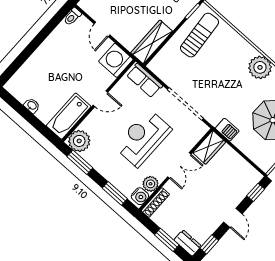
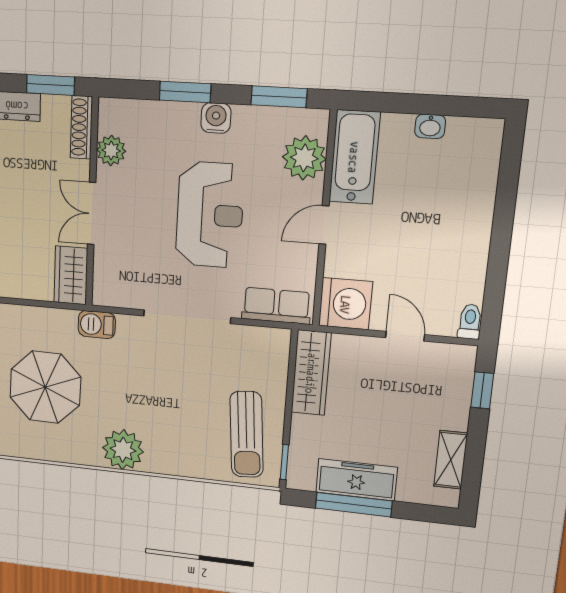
plant: (79, 141) -> (304, 158), moved
wardrobe: (209, 147) -> (71, 275), moved
double door: (179, 165) -> (92, 214), moved
wall: (176, 169) -> (92, 203), moved
plant: (151, 184) -> (111, 151), moved
water cooler: (140, 196) -> (216, 118), moved, turned 90
shoe rack: (155, 203) -> (81, 127), moved

